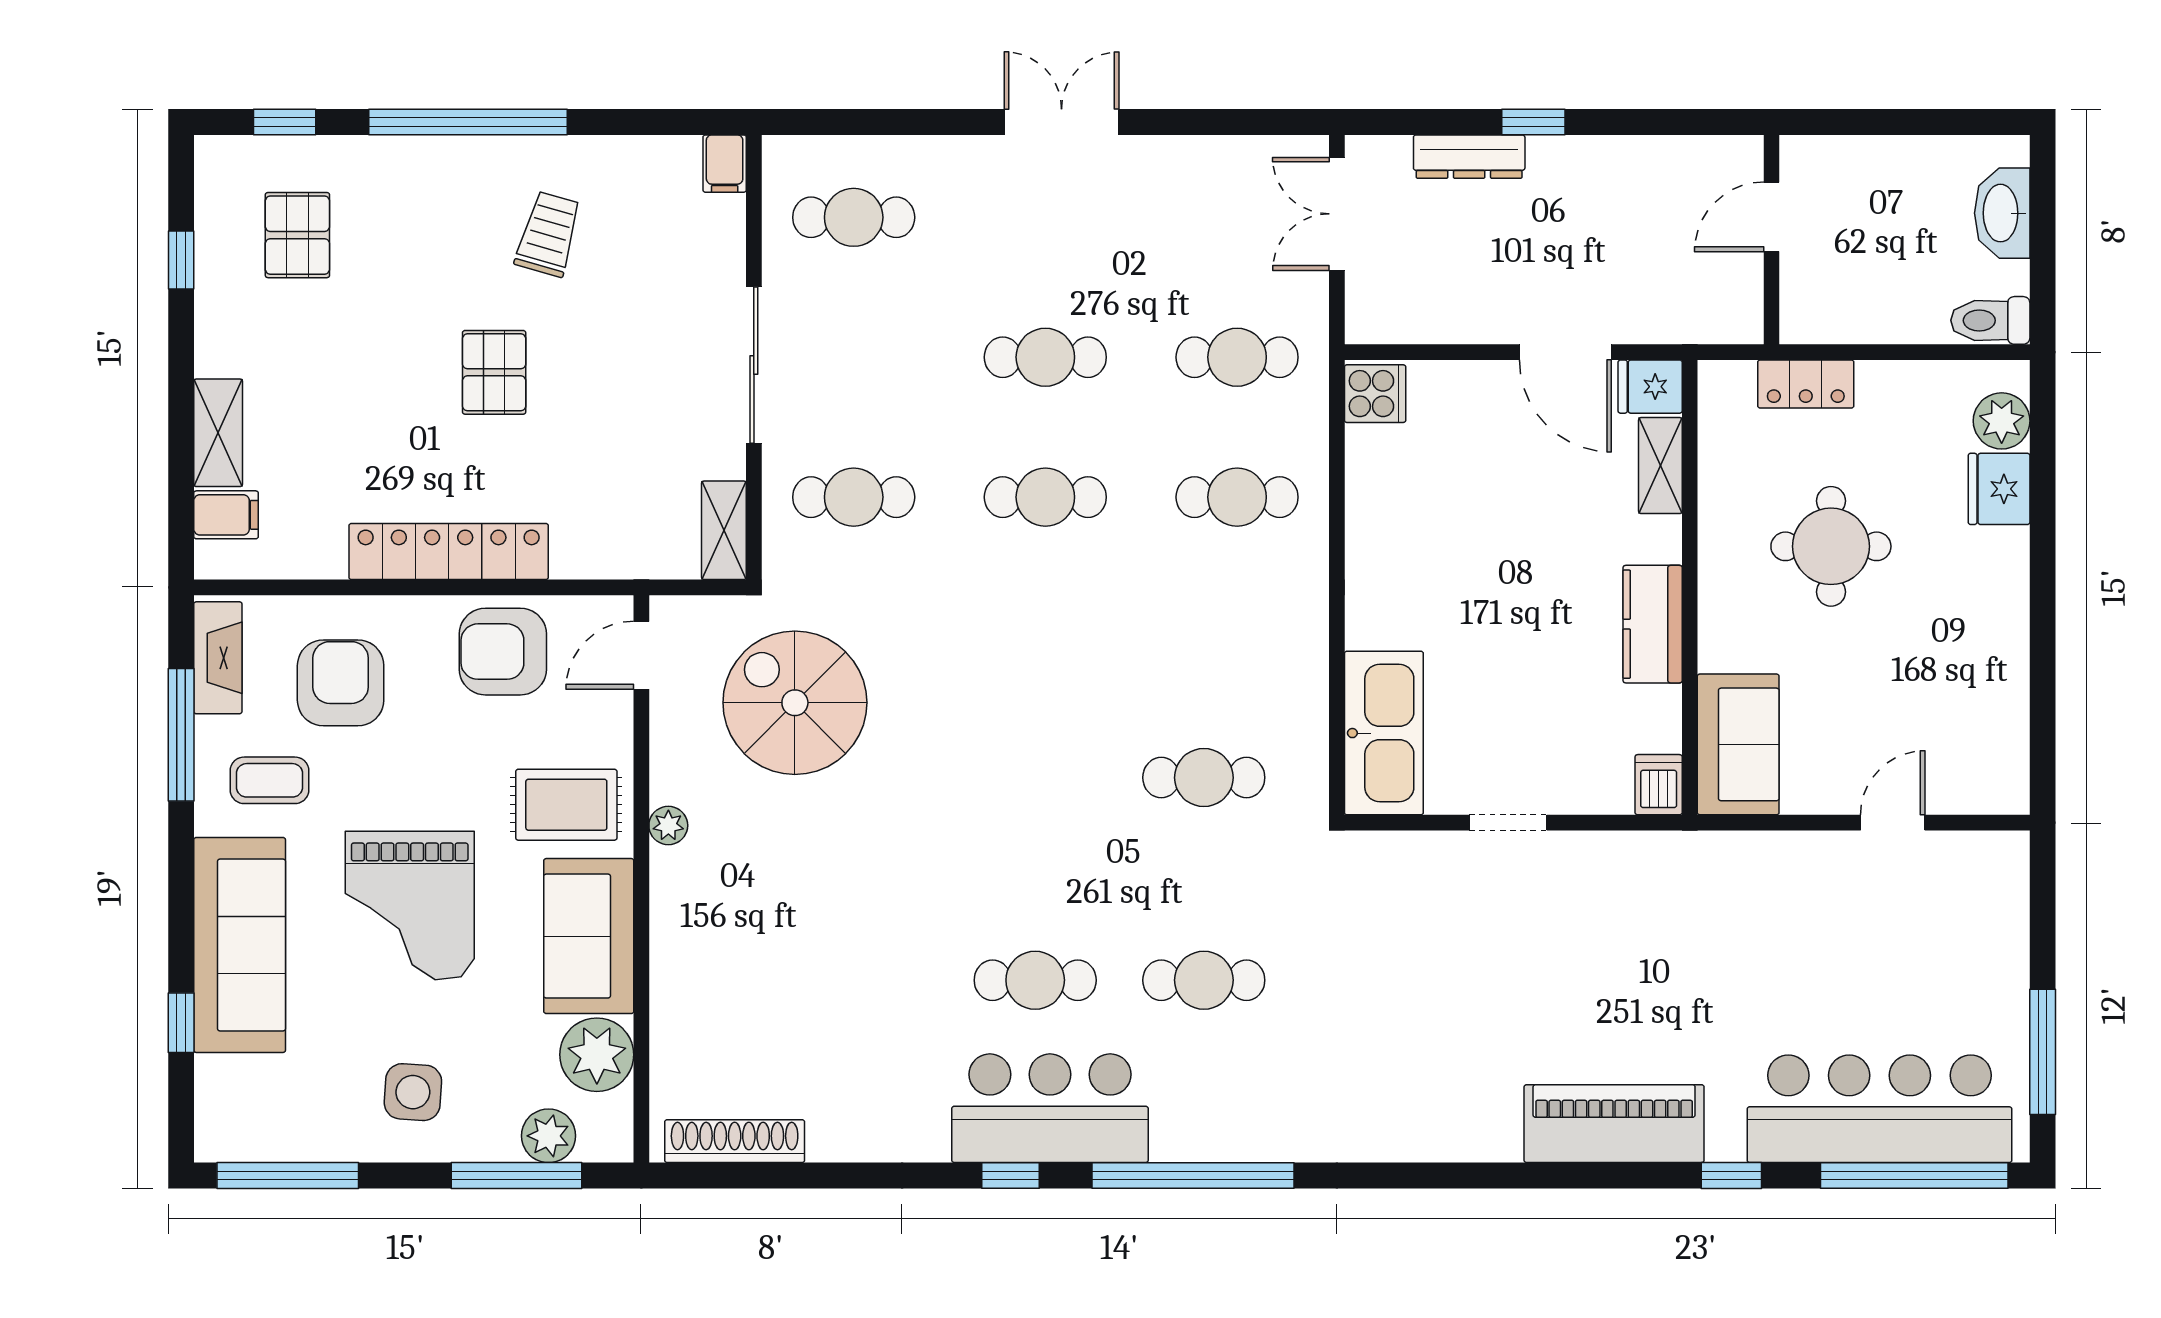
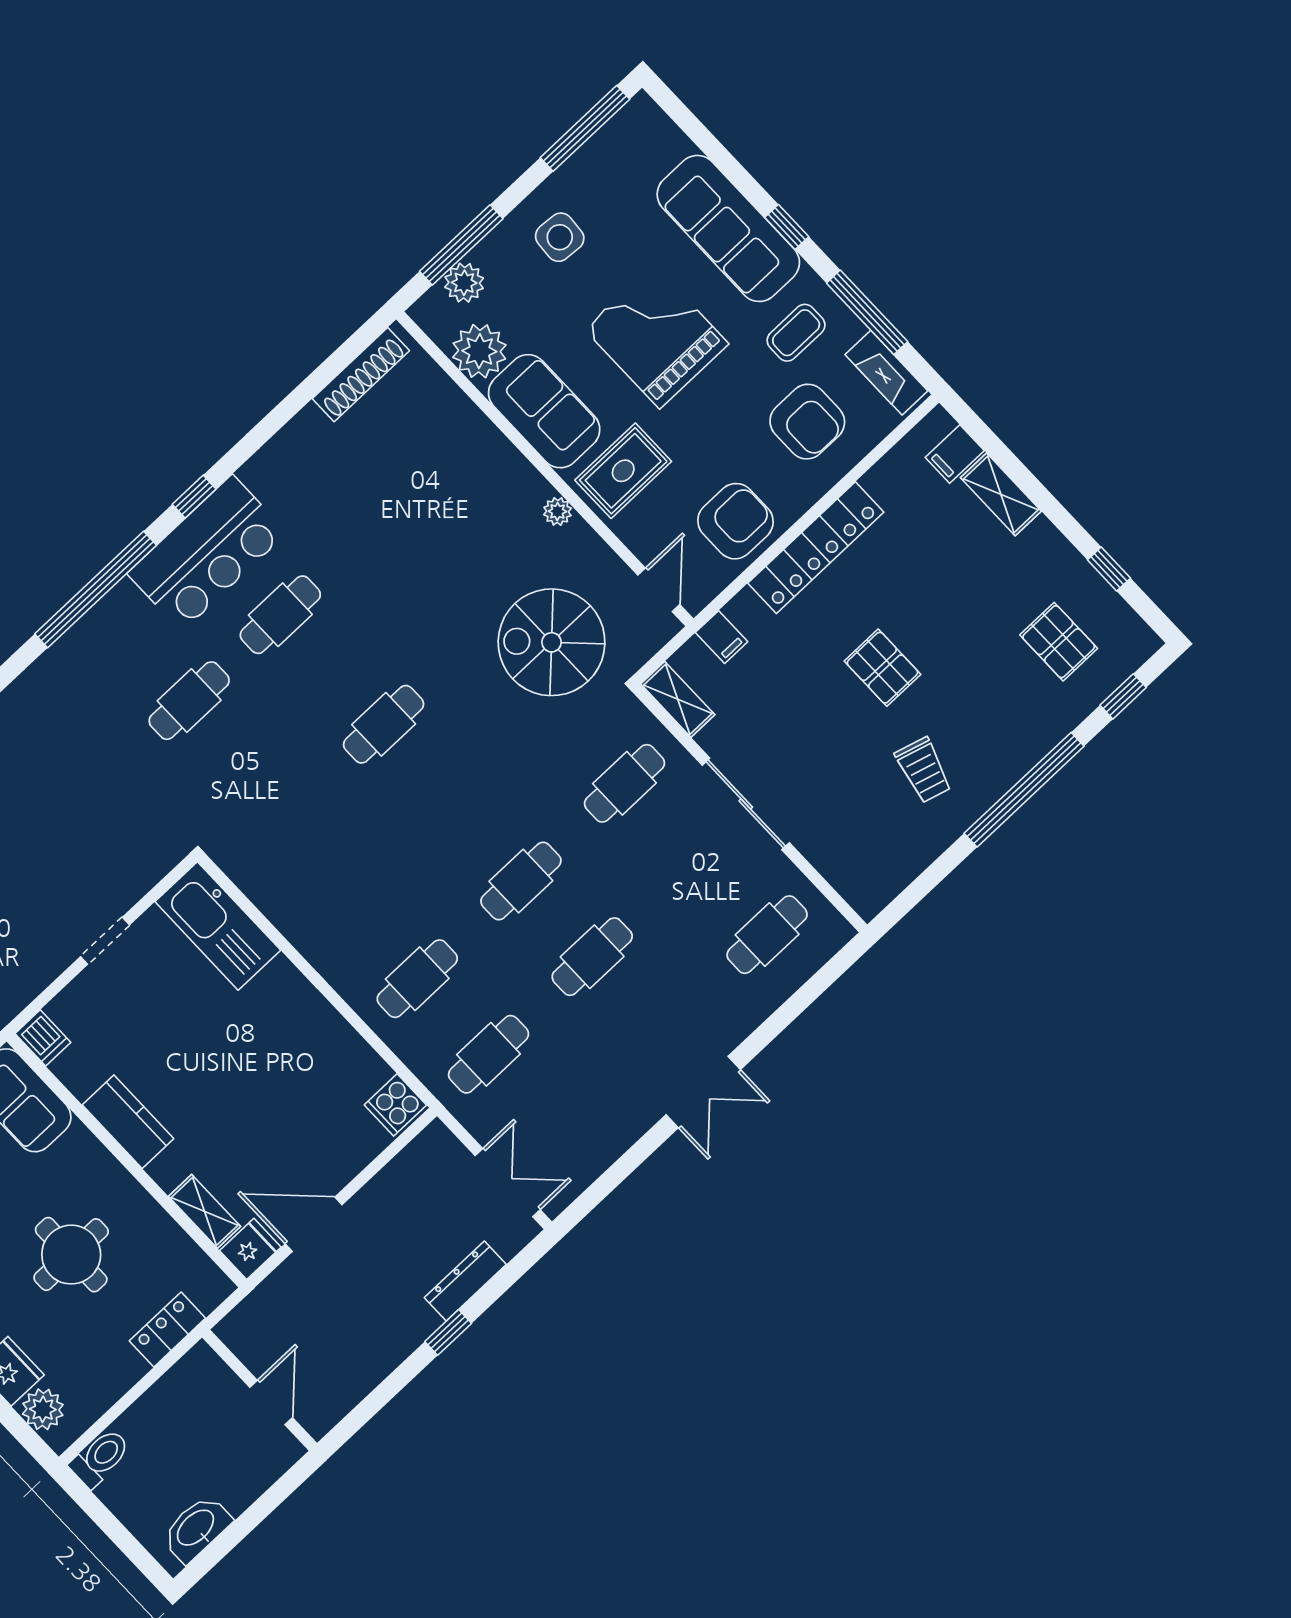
filing cabinet: (725, 164) -> (722, 637), moved, turned 180
washbasin: (2002, 213) -> (196, 1529), moved, turned -90
spiral stairs: (795, 703) -> (552, 642), turned 180
cafe table: (1204, 778) -> (384, 724), moved
window: (181, 1023) -> (787, 227), moved

